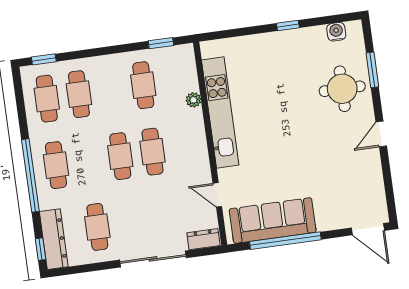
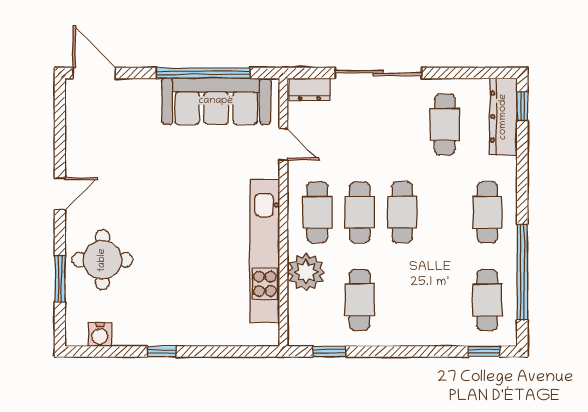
cafe table: (79, 94) -> (317, 212), moved
plant: (193, 100) -> (306, 272), width x1.87, depth x1.87
window: (30, 175) -> (522, 272), moved

